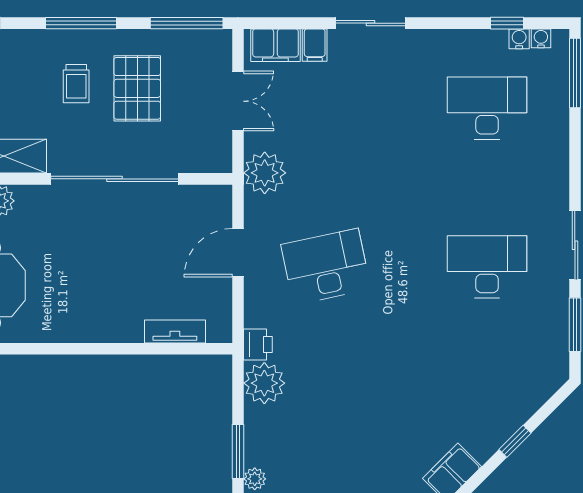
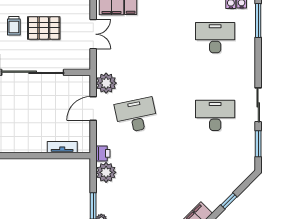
pallet: (137, 88) -> (44, 28), turned 90
plant: (265, 173) -> (106, 83), moved

